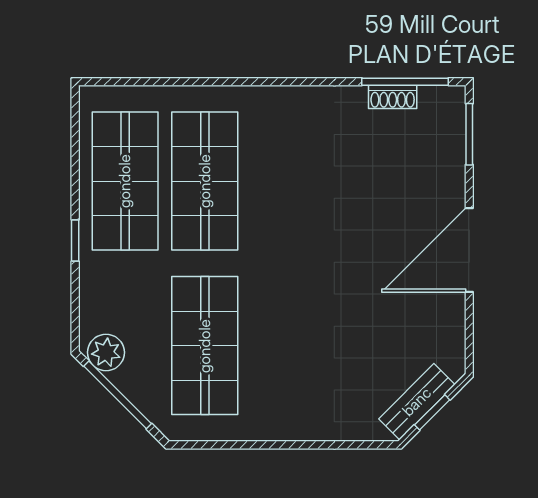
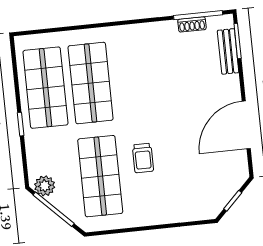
door: (469, 250) -> (246, 125), moved
trolley: (283, 322) -> (143, 158), added
bench: (417, 402) -> (228, 51), moved, turned -45

